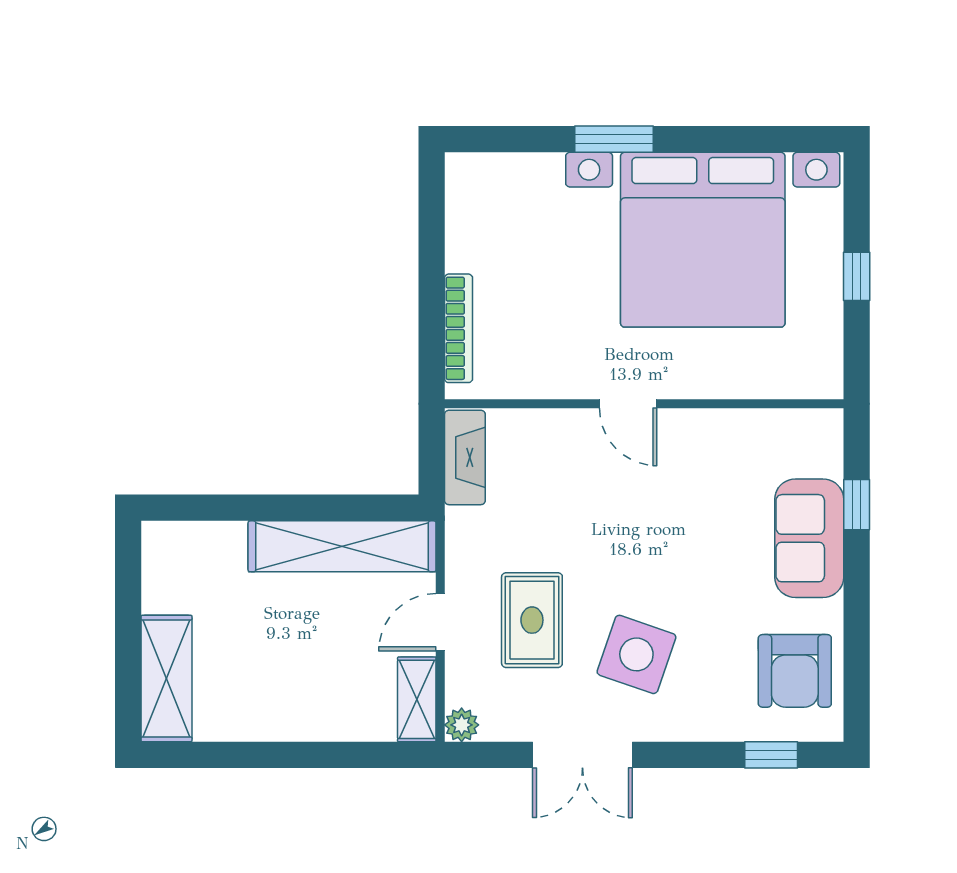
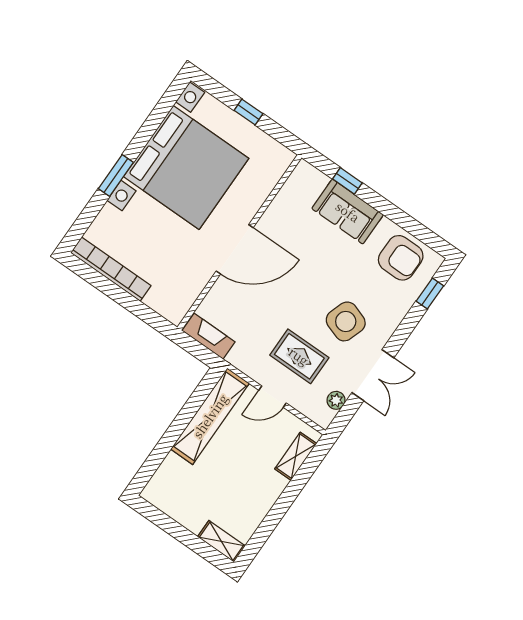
bookcase: (459, 328) -> (111, 269), moved, width x1.48, depth x1.31
door: (628, 404) -> (235, 249), width x1.88
door: (440, 622) -> (273, 397), hinge flipped
shelving: (166, 679) -> (221, 541), width x0.67, depth x0.75
shelving: (417, 699) -> (296, 456), moved, turned 90
plant: (462, 725) -> (336, 400), moved

